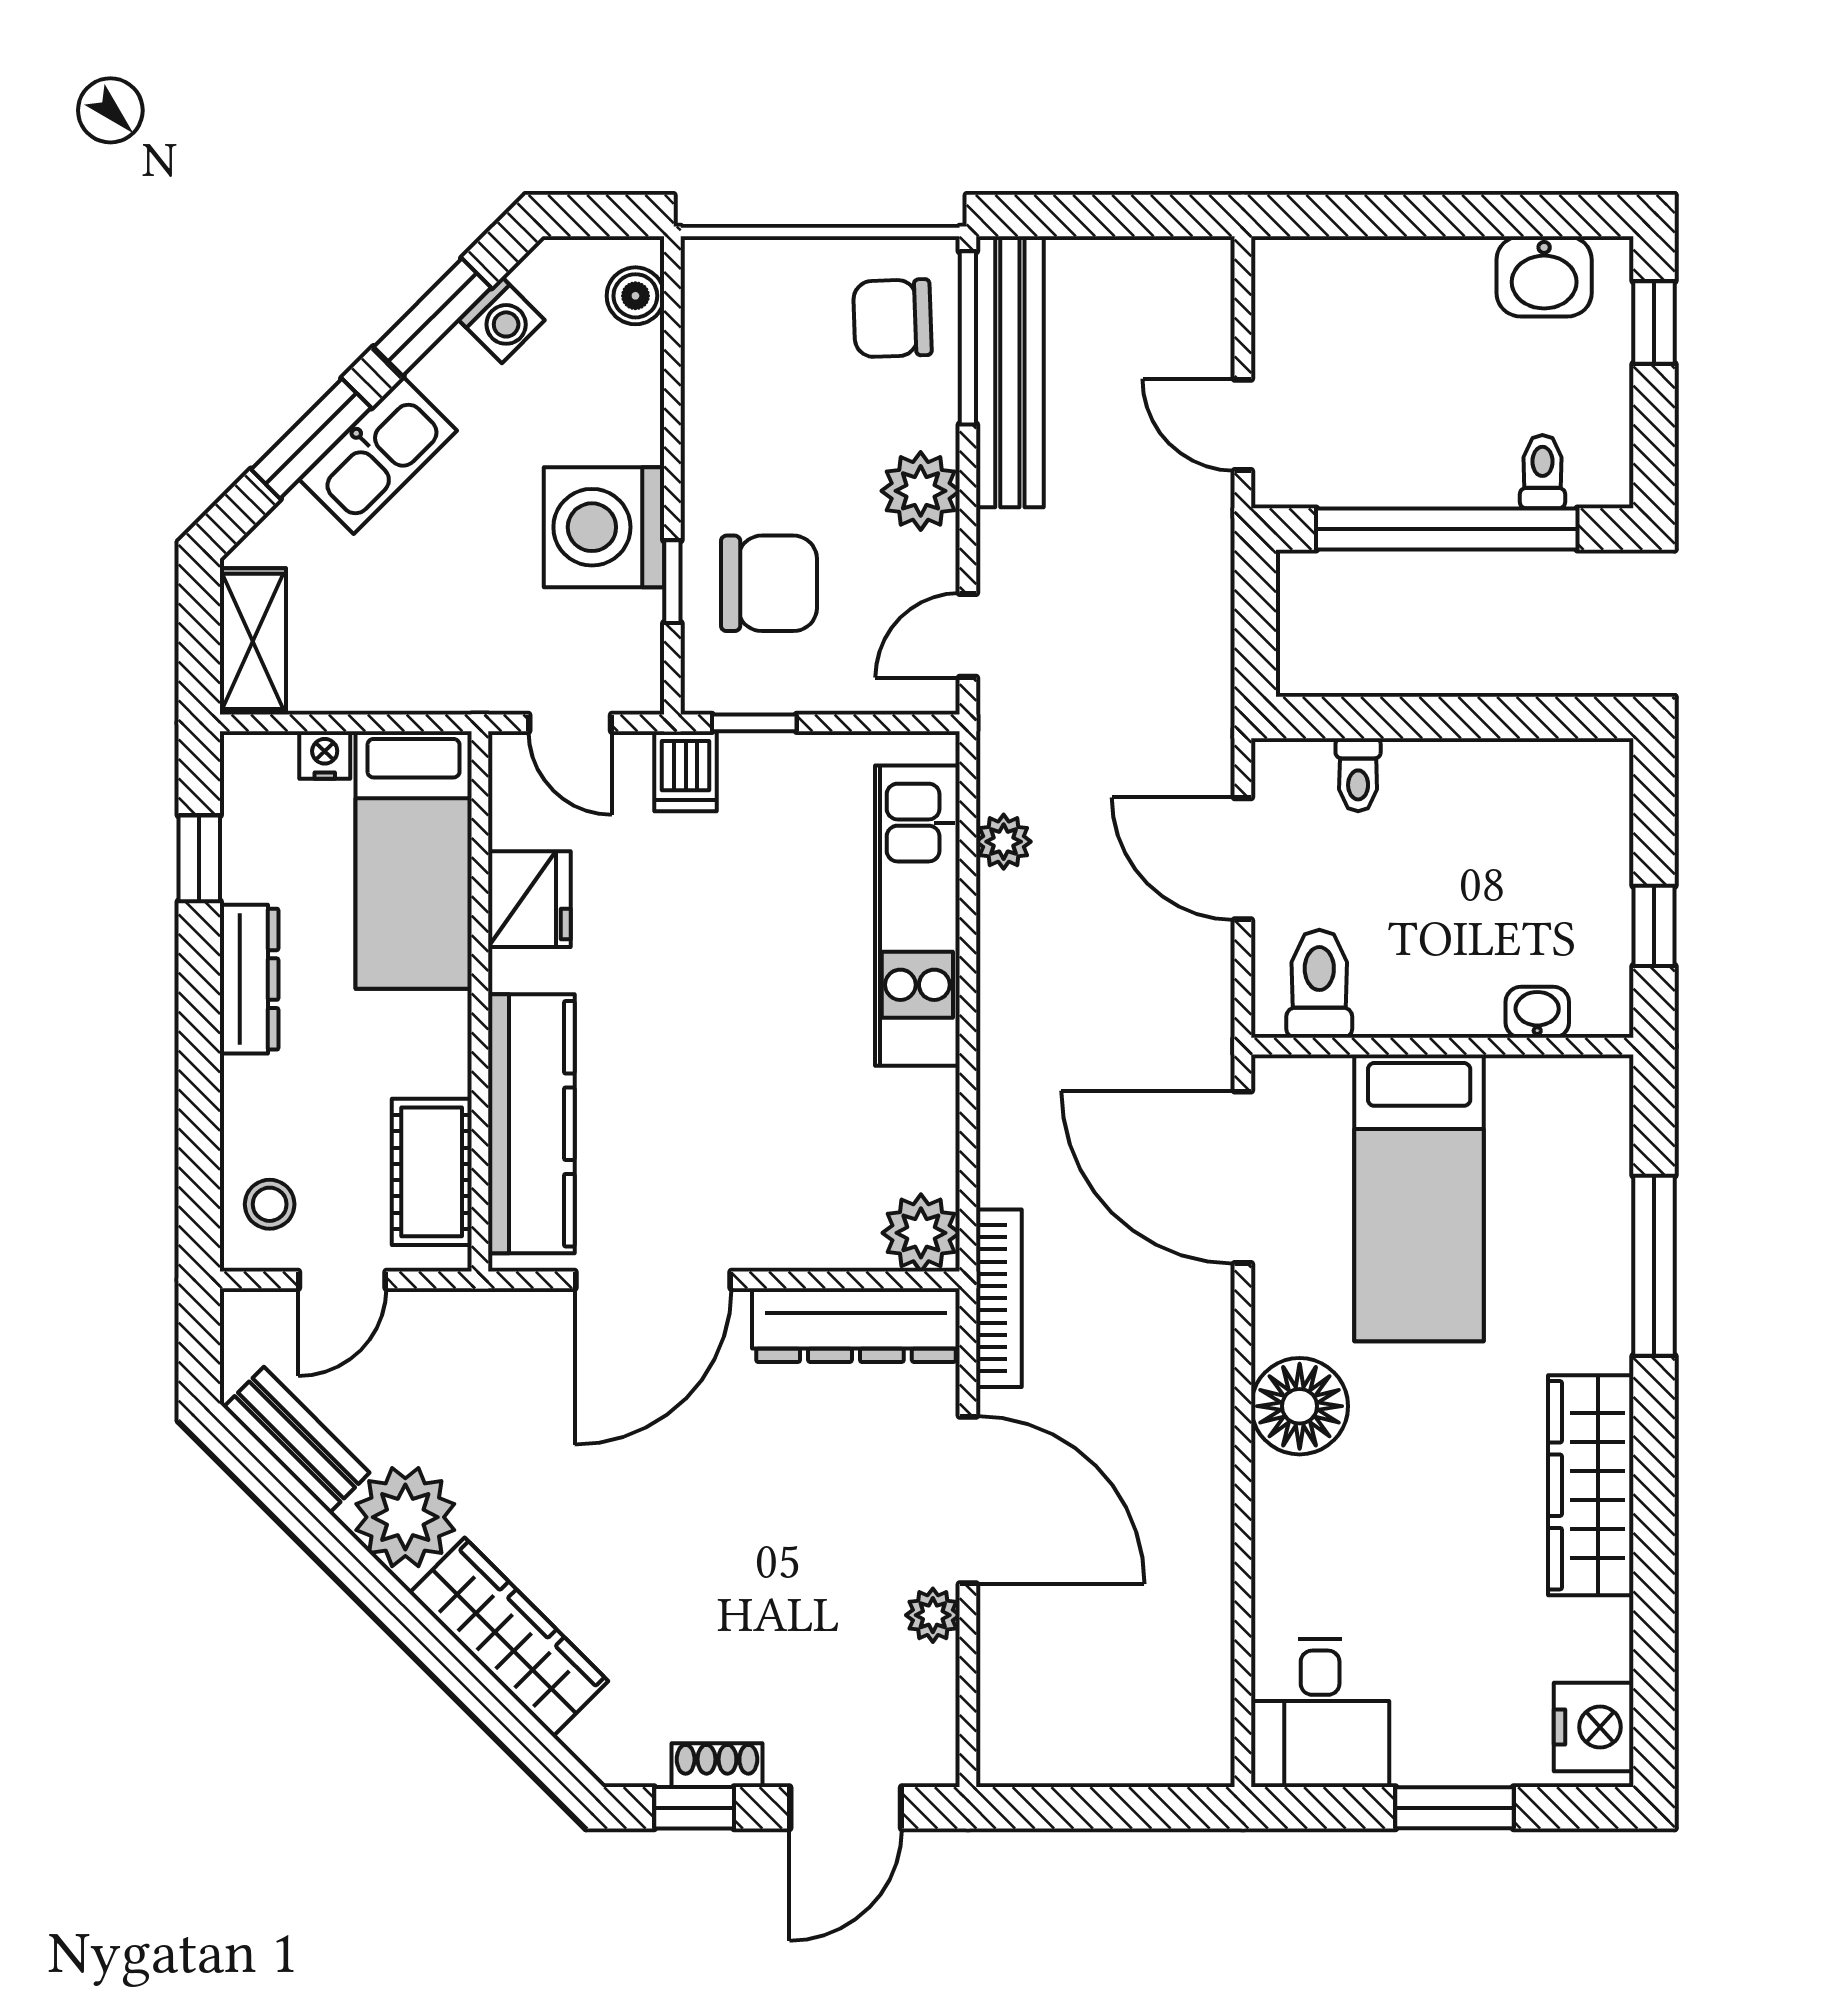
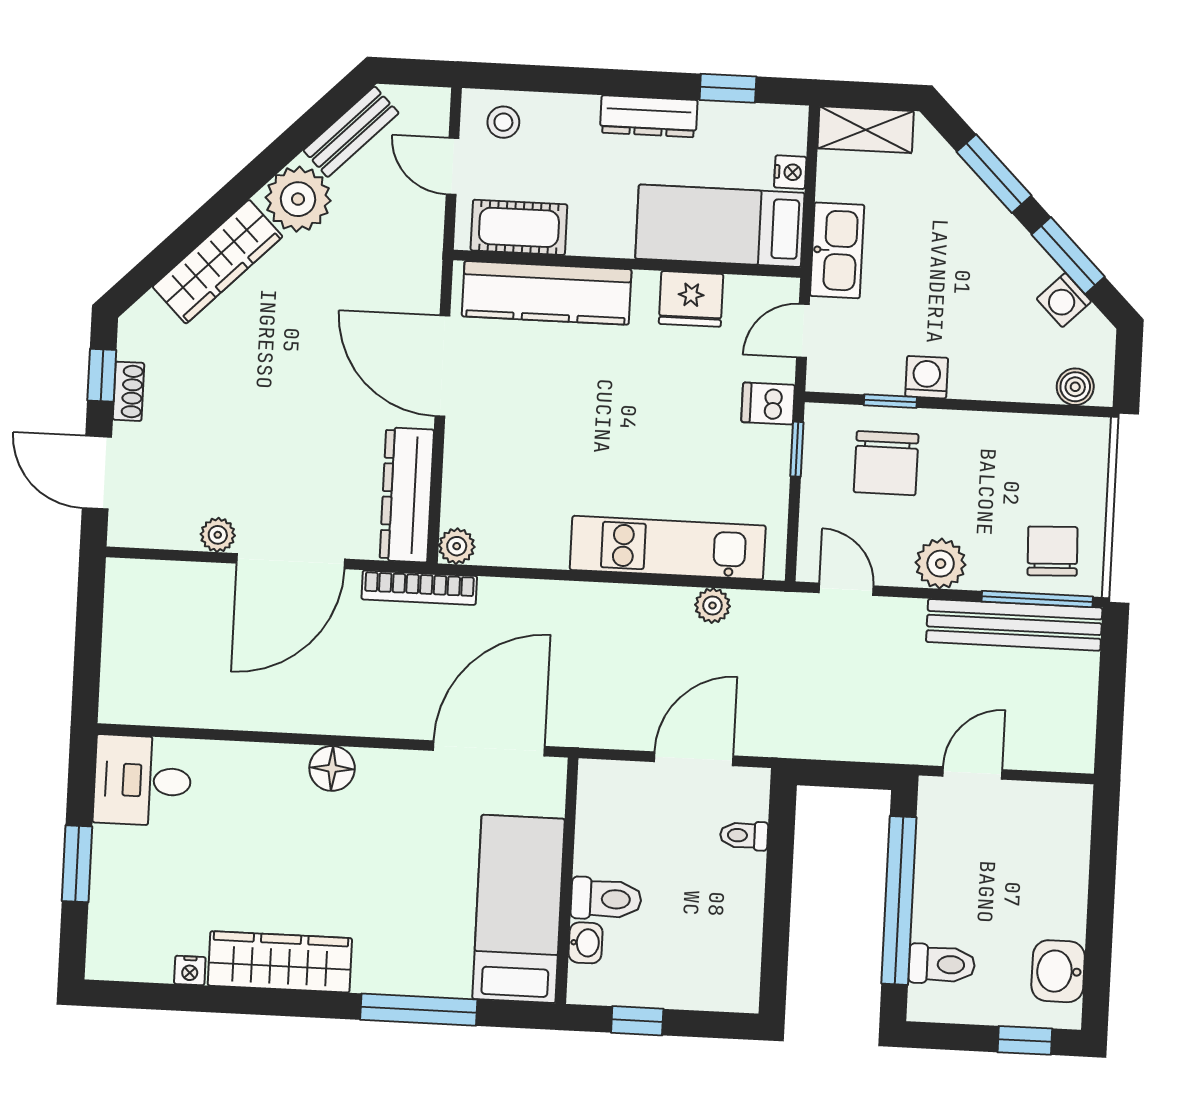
kitchen sink: (378, 455) -> (837, 250), moved, turned -135
toilet: (1542, 472) -> (942, 964), width x1.37, depth x1.39
washing machine: (604, 527) -> (927, 377), width x0.53, depth x0.53
toilet: (1319, 984) -> (606, 899), moved
bed: (1419, 1198) -> (519, 909), moved, turned 90
plant: (921, 1233) -> (457, 546), width x0.73, depth x0.73
floor lamp: (1300, 1406) -> (332, 768), width x0.73, depth x0.73
nightstand: (1594, 1727) -> (190, 971), moved, width x0.53, depth x0.56

